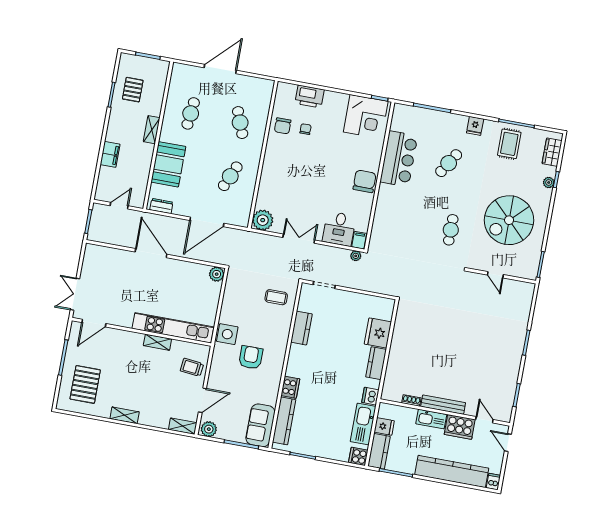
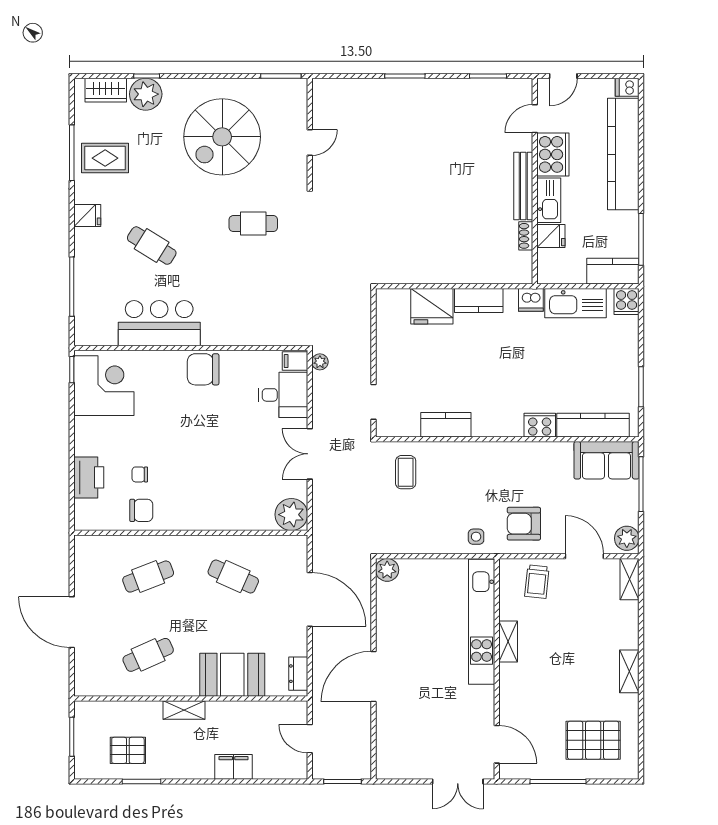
cafe table: (191, 113) -> (148, 655), turned -30
plant: (549, 182) -> (146, 94), width x1.88, depth x1.88
spiral stairs: (509, 220) -> (222, 137), turned 90
side table: (227, 334) -> (476, 537), width x0.54, depth x0.54
armchair: (251, 357) -> (524, 524), moved
fridge: (384, 426) -> (551, 236), moved, turned 90

